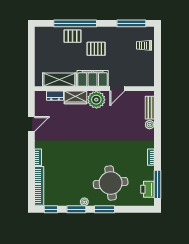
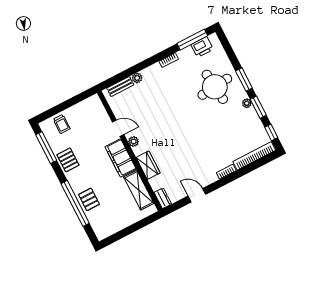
pallet: (96, 49) -> (68, 160), moved
dresser: (55, 96) -> (163, 198), moved
plant: (96, 100) -> (134, 141), width x0.53, depth x0.53

